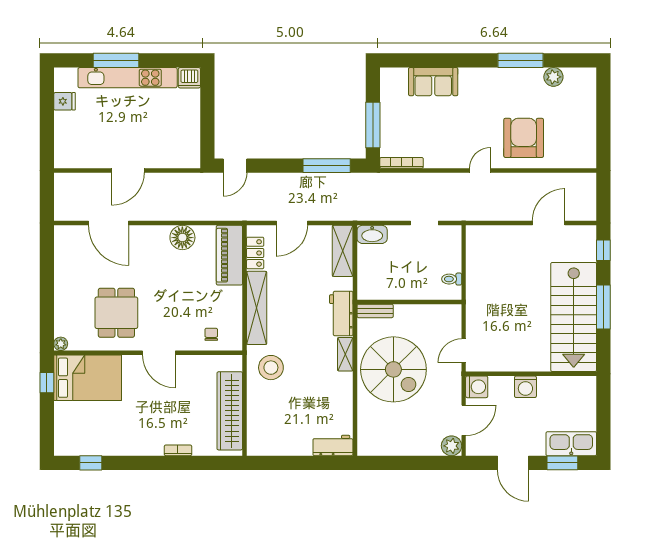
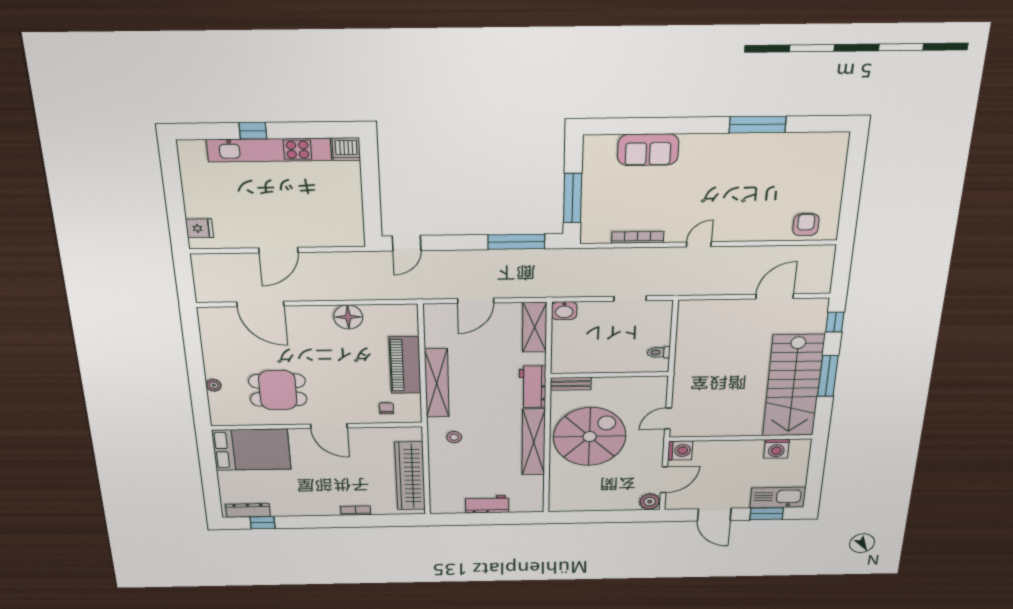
window: (116, 60) -> (253, 131), width x0.46
plant: (553, 77) -> (797, 143), removed
fridge: (65, 101) -> (200, 228), moved
armchair: (524, 138) -> (806, 225), moved, width x0.53, depth x0.53
bookcase: (402, 163) -> (638, 237), moved
washbasin: (372, 234) -> (564, 311), width x0.72
locker: (255, 253) -> (433, 331), removed
piano: (229, 255) -> (405, 365), moved
dining table: (116, 313) -> (278, 390), turned 90
plant: (61, 344) -> (214, 385), moved
shelving: (345, 354) -> (534, 442), width x2.20, depth x1.33
stool: (271, 368) -> (454, 437), width x0.53, depth x0.53
spiral stairs: (393, 369) -> (590, 437), turned -90
window: (47, 383) -> (207, 455), removed
washing machine: (525, 387) -> (777, 449), moved
workbench: (333, 446) -> (487, 504), moved
dresser: (78, 448) -> (248, 510), added

